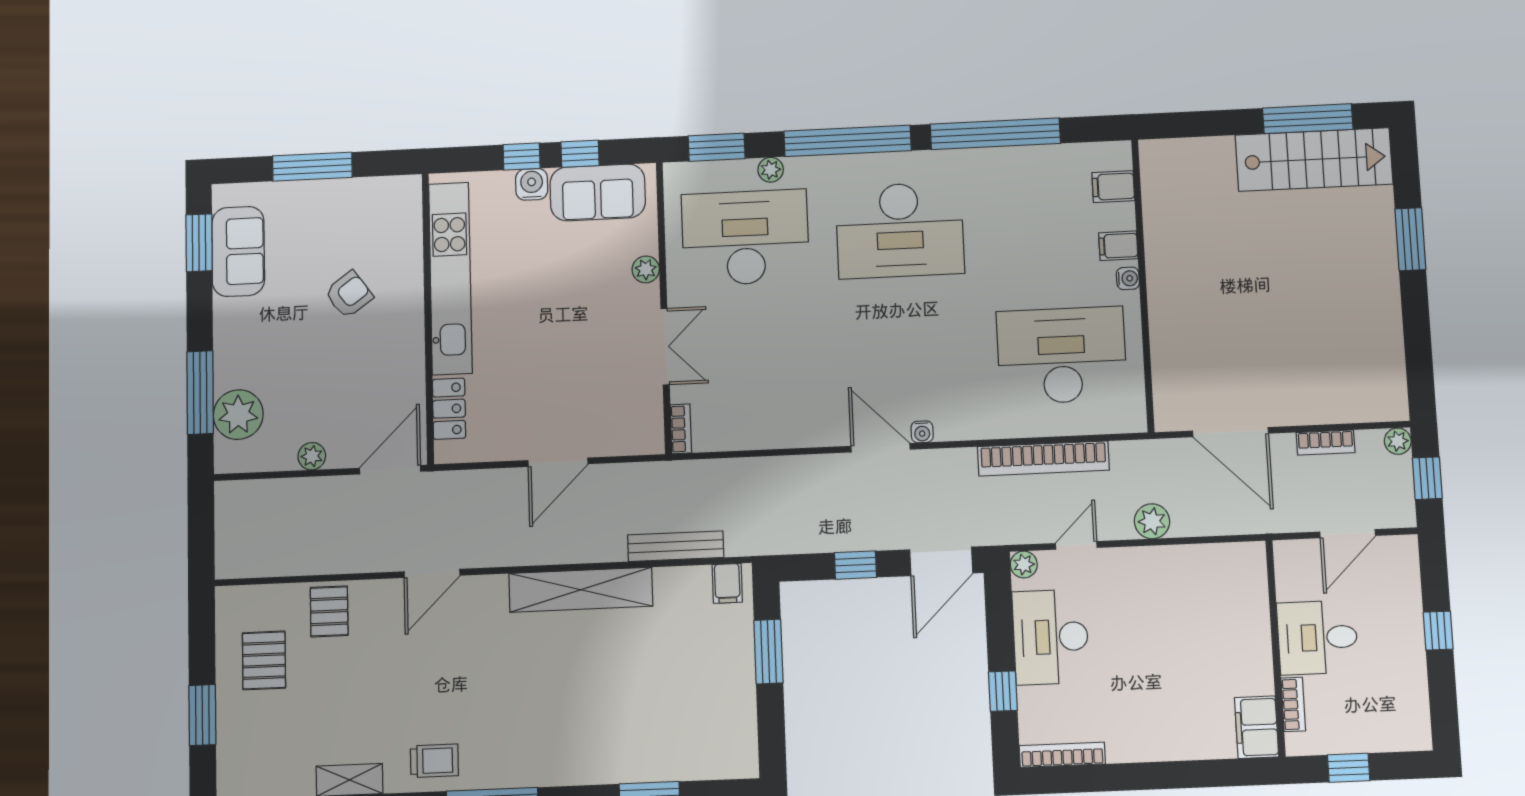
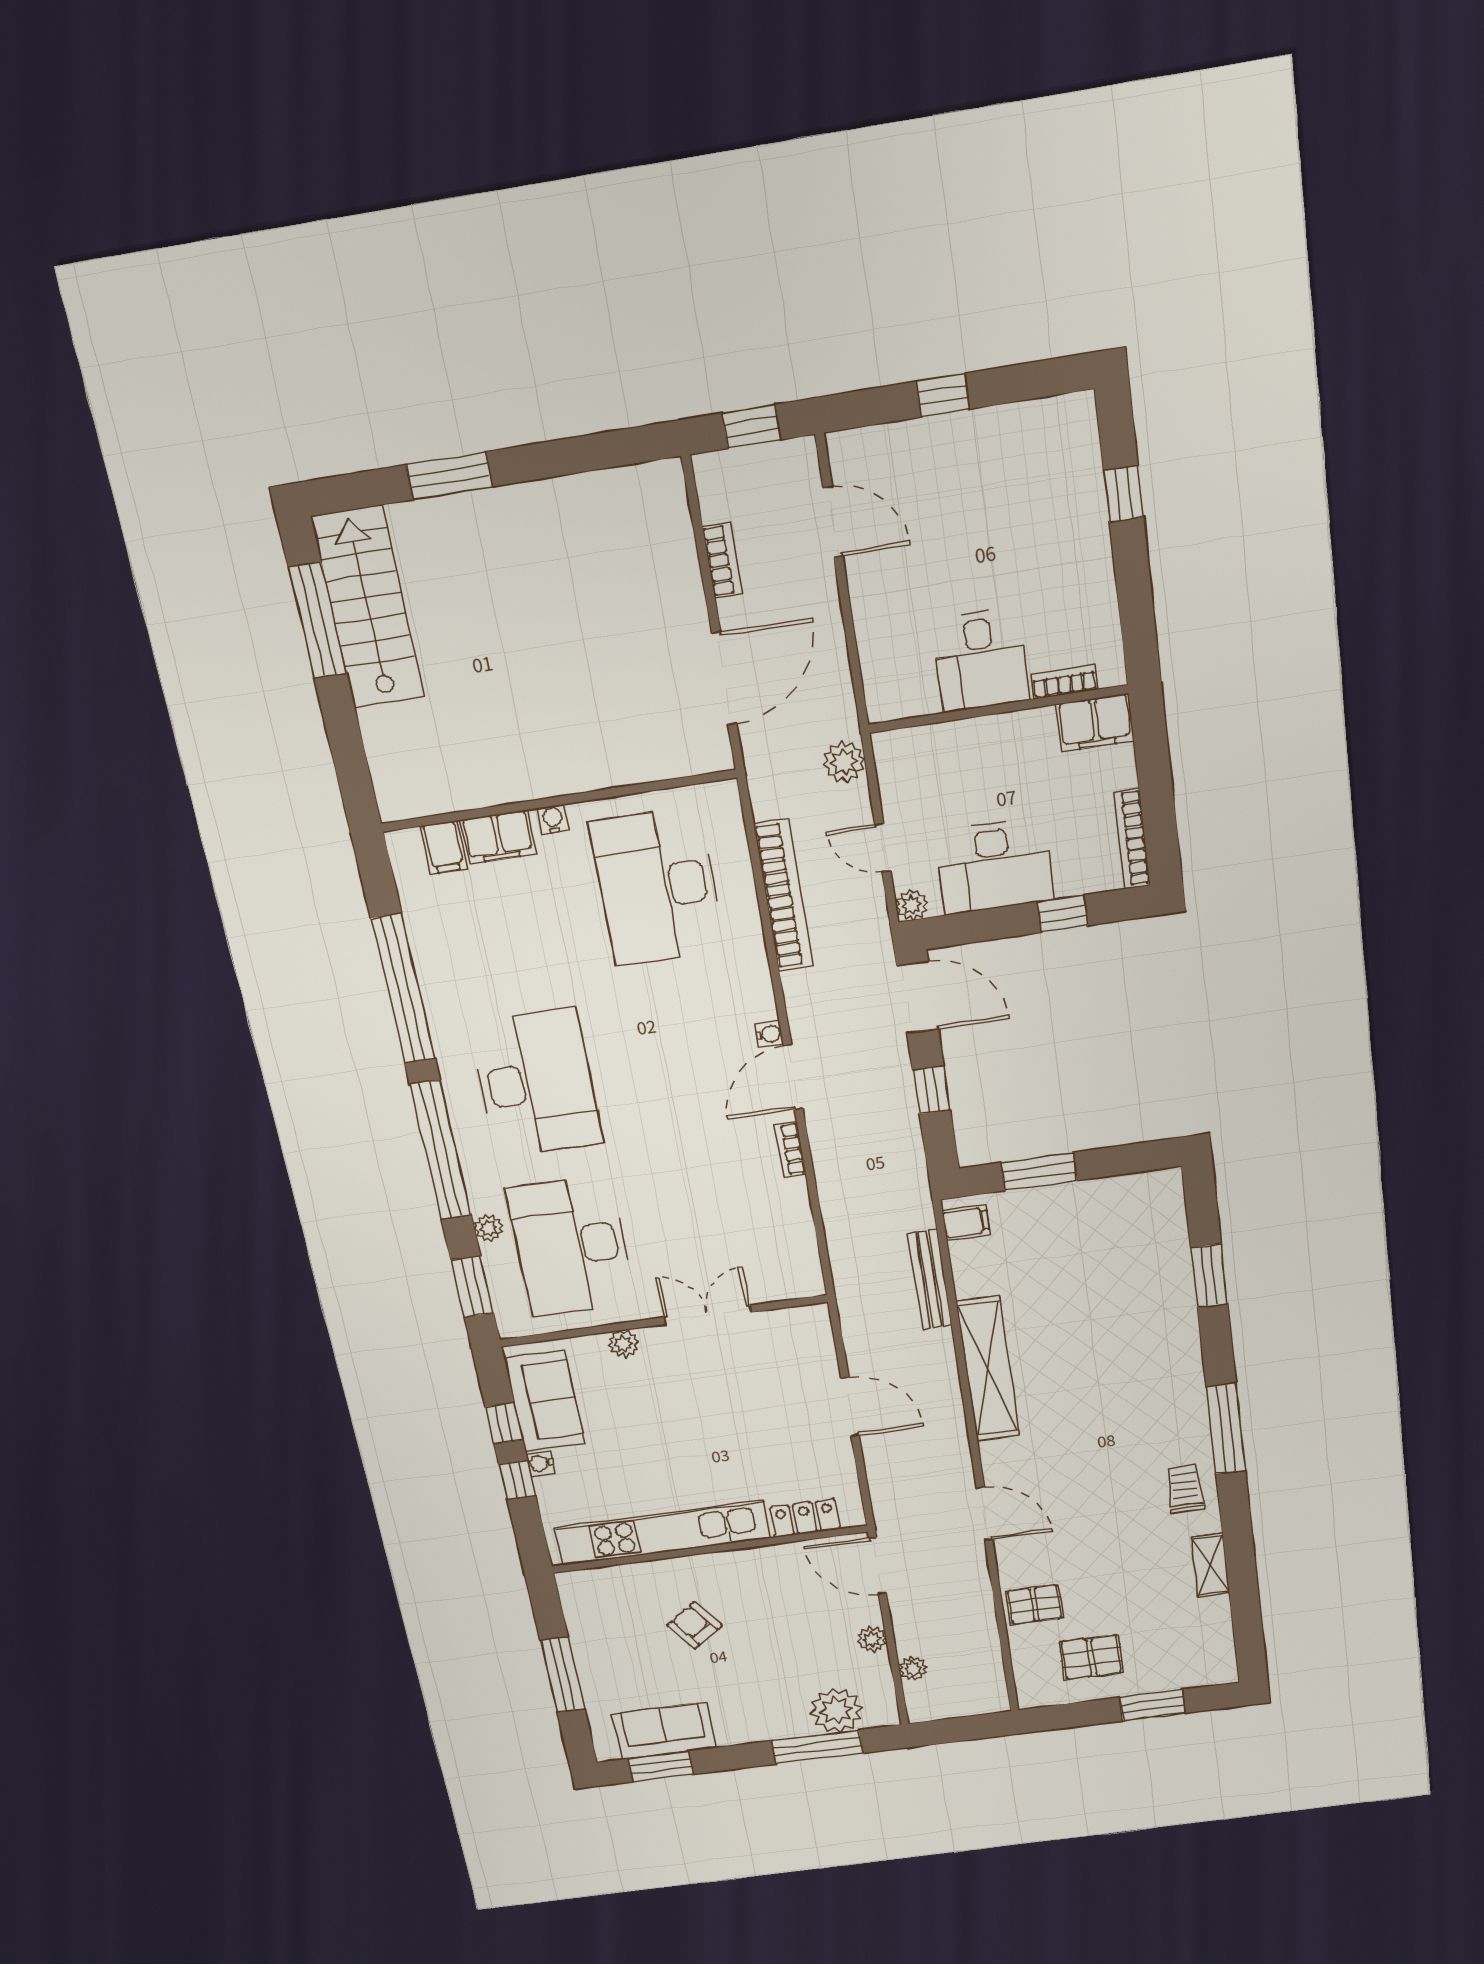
water cooler: (532, 184) -> (541, 1463), width x0.72, depth x0.72
filing cabinet: (1118, 246) -> (498, 837), width x2.00
bookcase: (681, 429) -> (790, 1149), moved, turned -90
plant: (1398, 441) -> (913, 1669), moved
desk: (1318, 638) -> (981, 660), moved
wall: (1276, 648) -> (998, 709), moved
bookcase: (1293, 704) -> (1064, 682), moved
filing cabinet: (1257, 727) -> (1095, 722), moved

